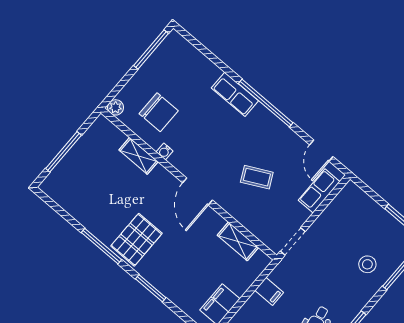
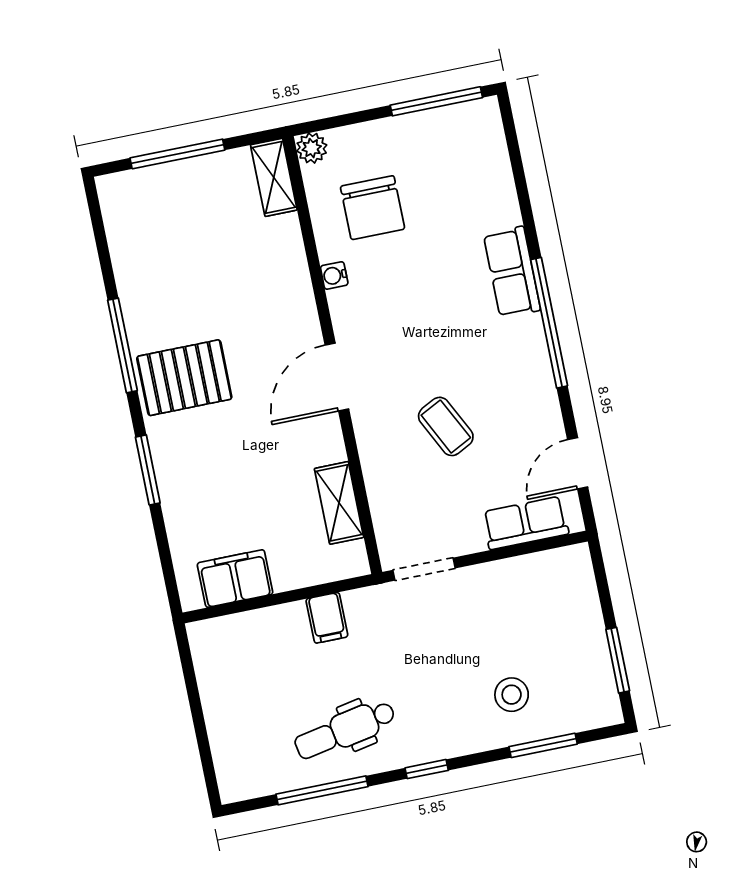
shelving: (138, 156) -> (274, 177), moved

